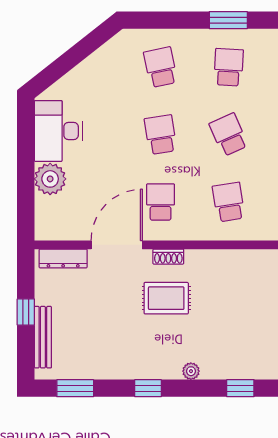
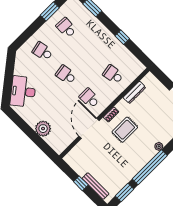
desk: (58, 131) -> (23, 92), moved, turned 52
school desk: (229, 135) -> (90, 51), removed
dresser: (63, 258) -> (134, 92), moved
window: (148, 388) -> (150, 167), width x3.17

